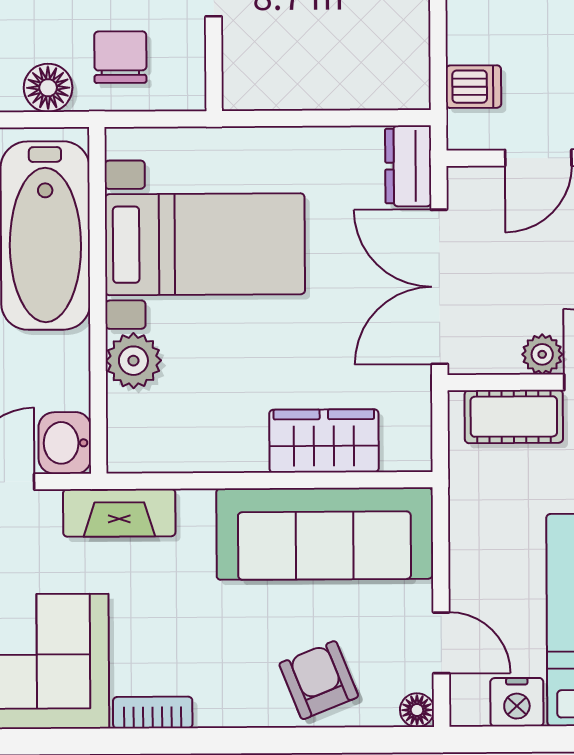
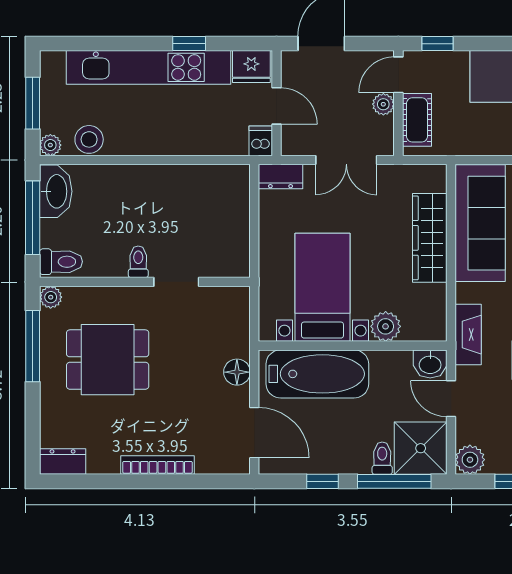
chair: (120, 57) -> (221, 333), removed
dishwasher: (473, 87) -> (261, 141), moved
double door: (439, 287) -> (346, 160), width x0.73
wardrobe: (324, 441) -> (430, 238), width x1.50

